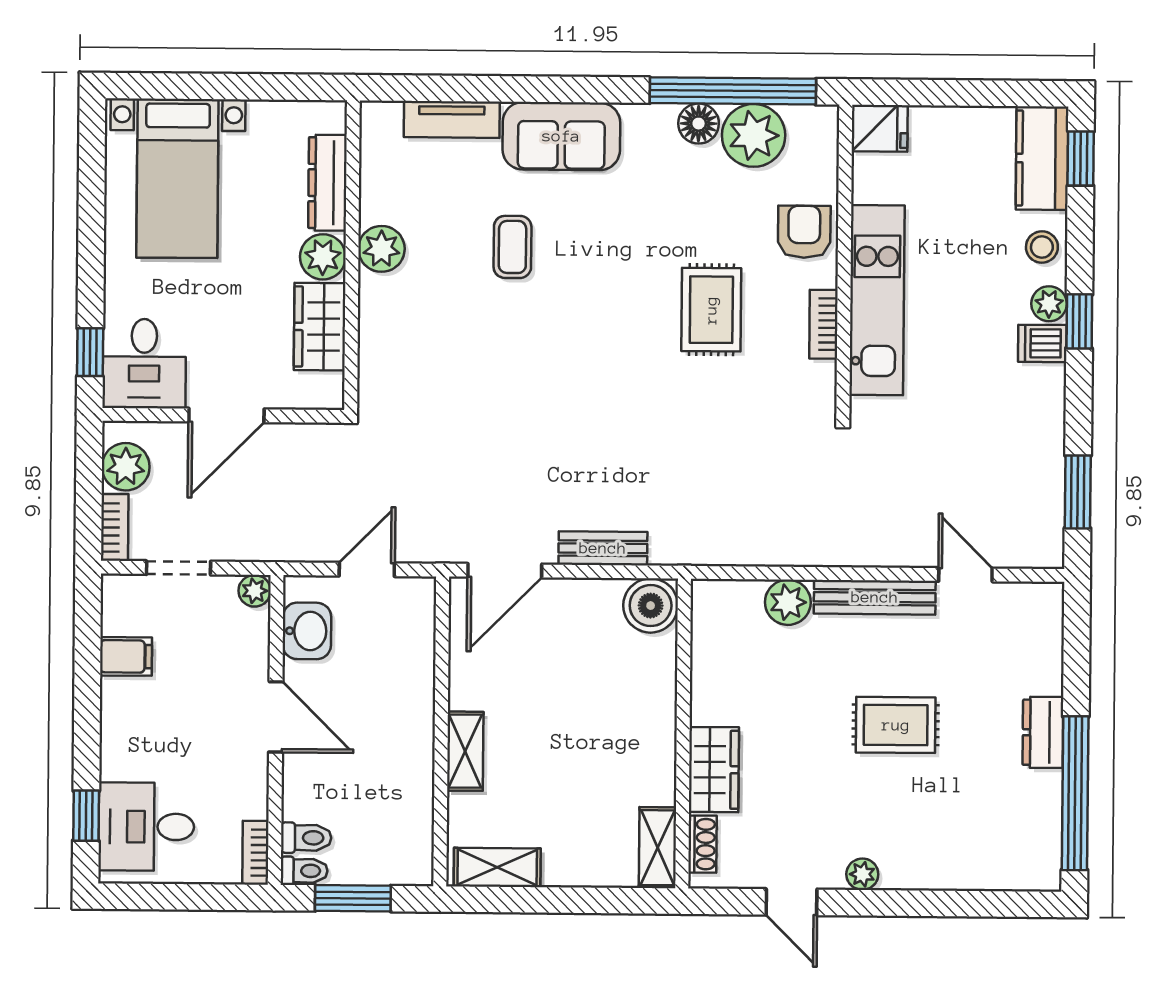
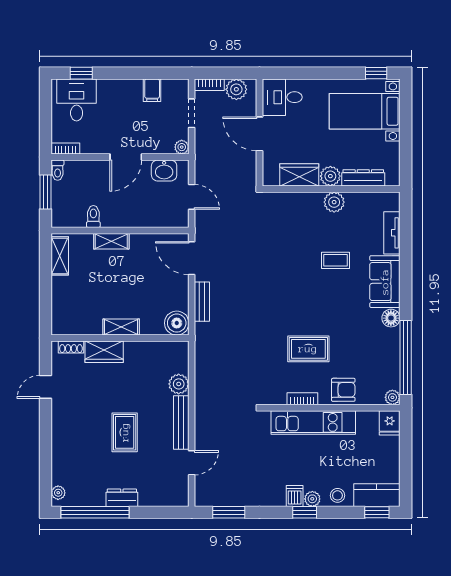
floor lamp: (699, 124) -> (391, 318), moved
plant: (754, 135) -> (392, 397), moved, width x0.53, depth x0.53
window: (90, 352) -> (376, 73), moved
toilet: (306, 838) -> (93, 217), moved, turned 180
shelving: (657, 848) -> (121, 327), moved
plant: (862, 874) -> (58, 493), moved

